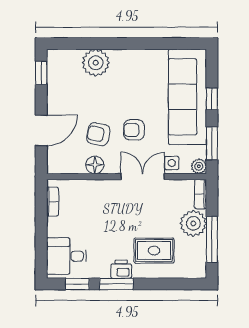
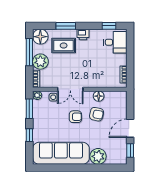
sofa: (187, 97) -> (61, 153), moved, turned -90
door: (41, 130) -> (130, 128), moved
floor lamp: (194, 266) -> (40, 37), added
window: (116, 284) -> (66, 26), moved

